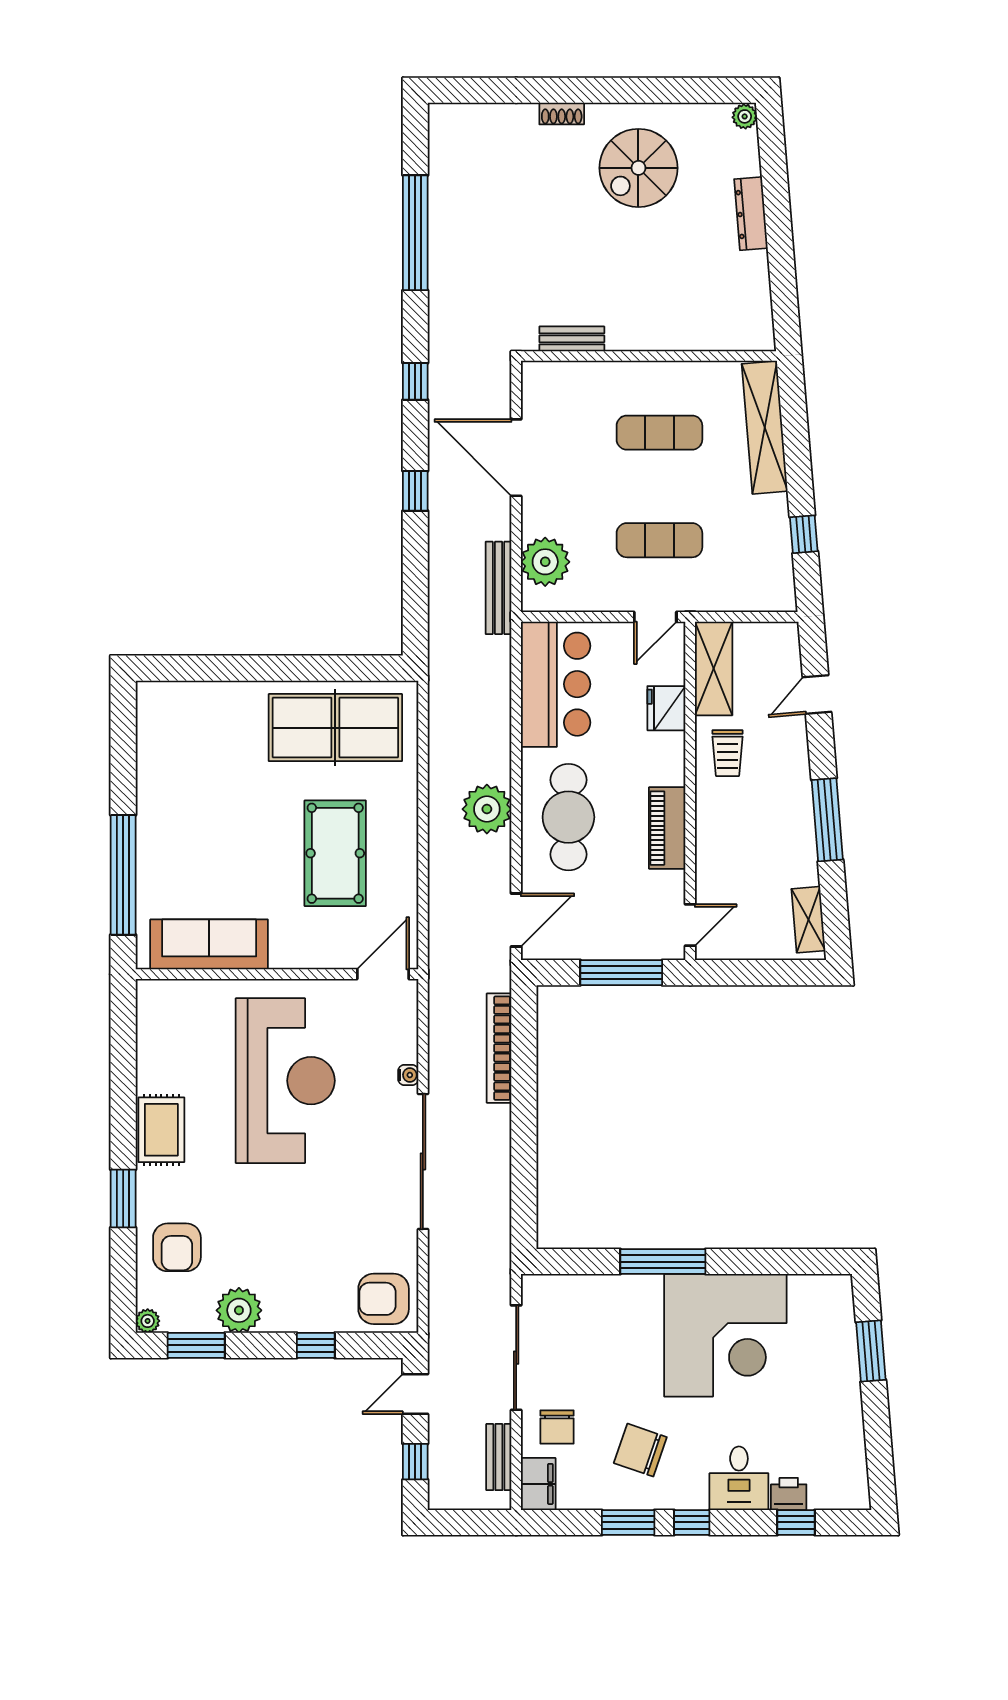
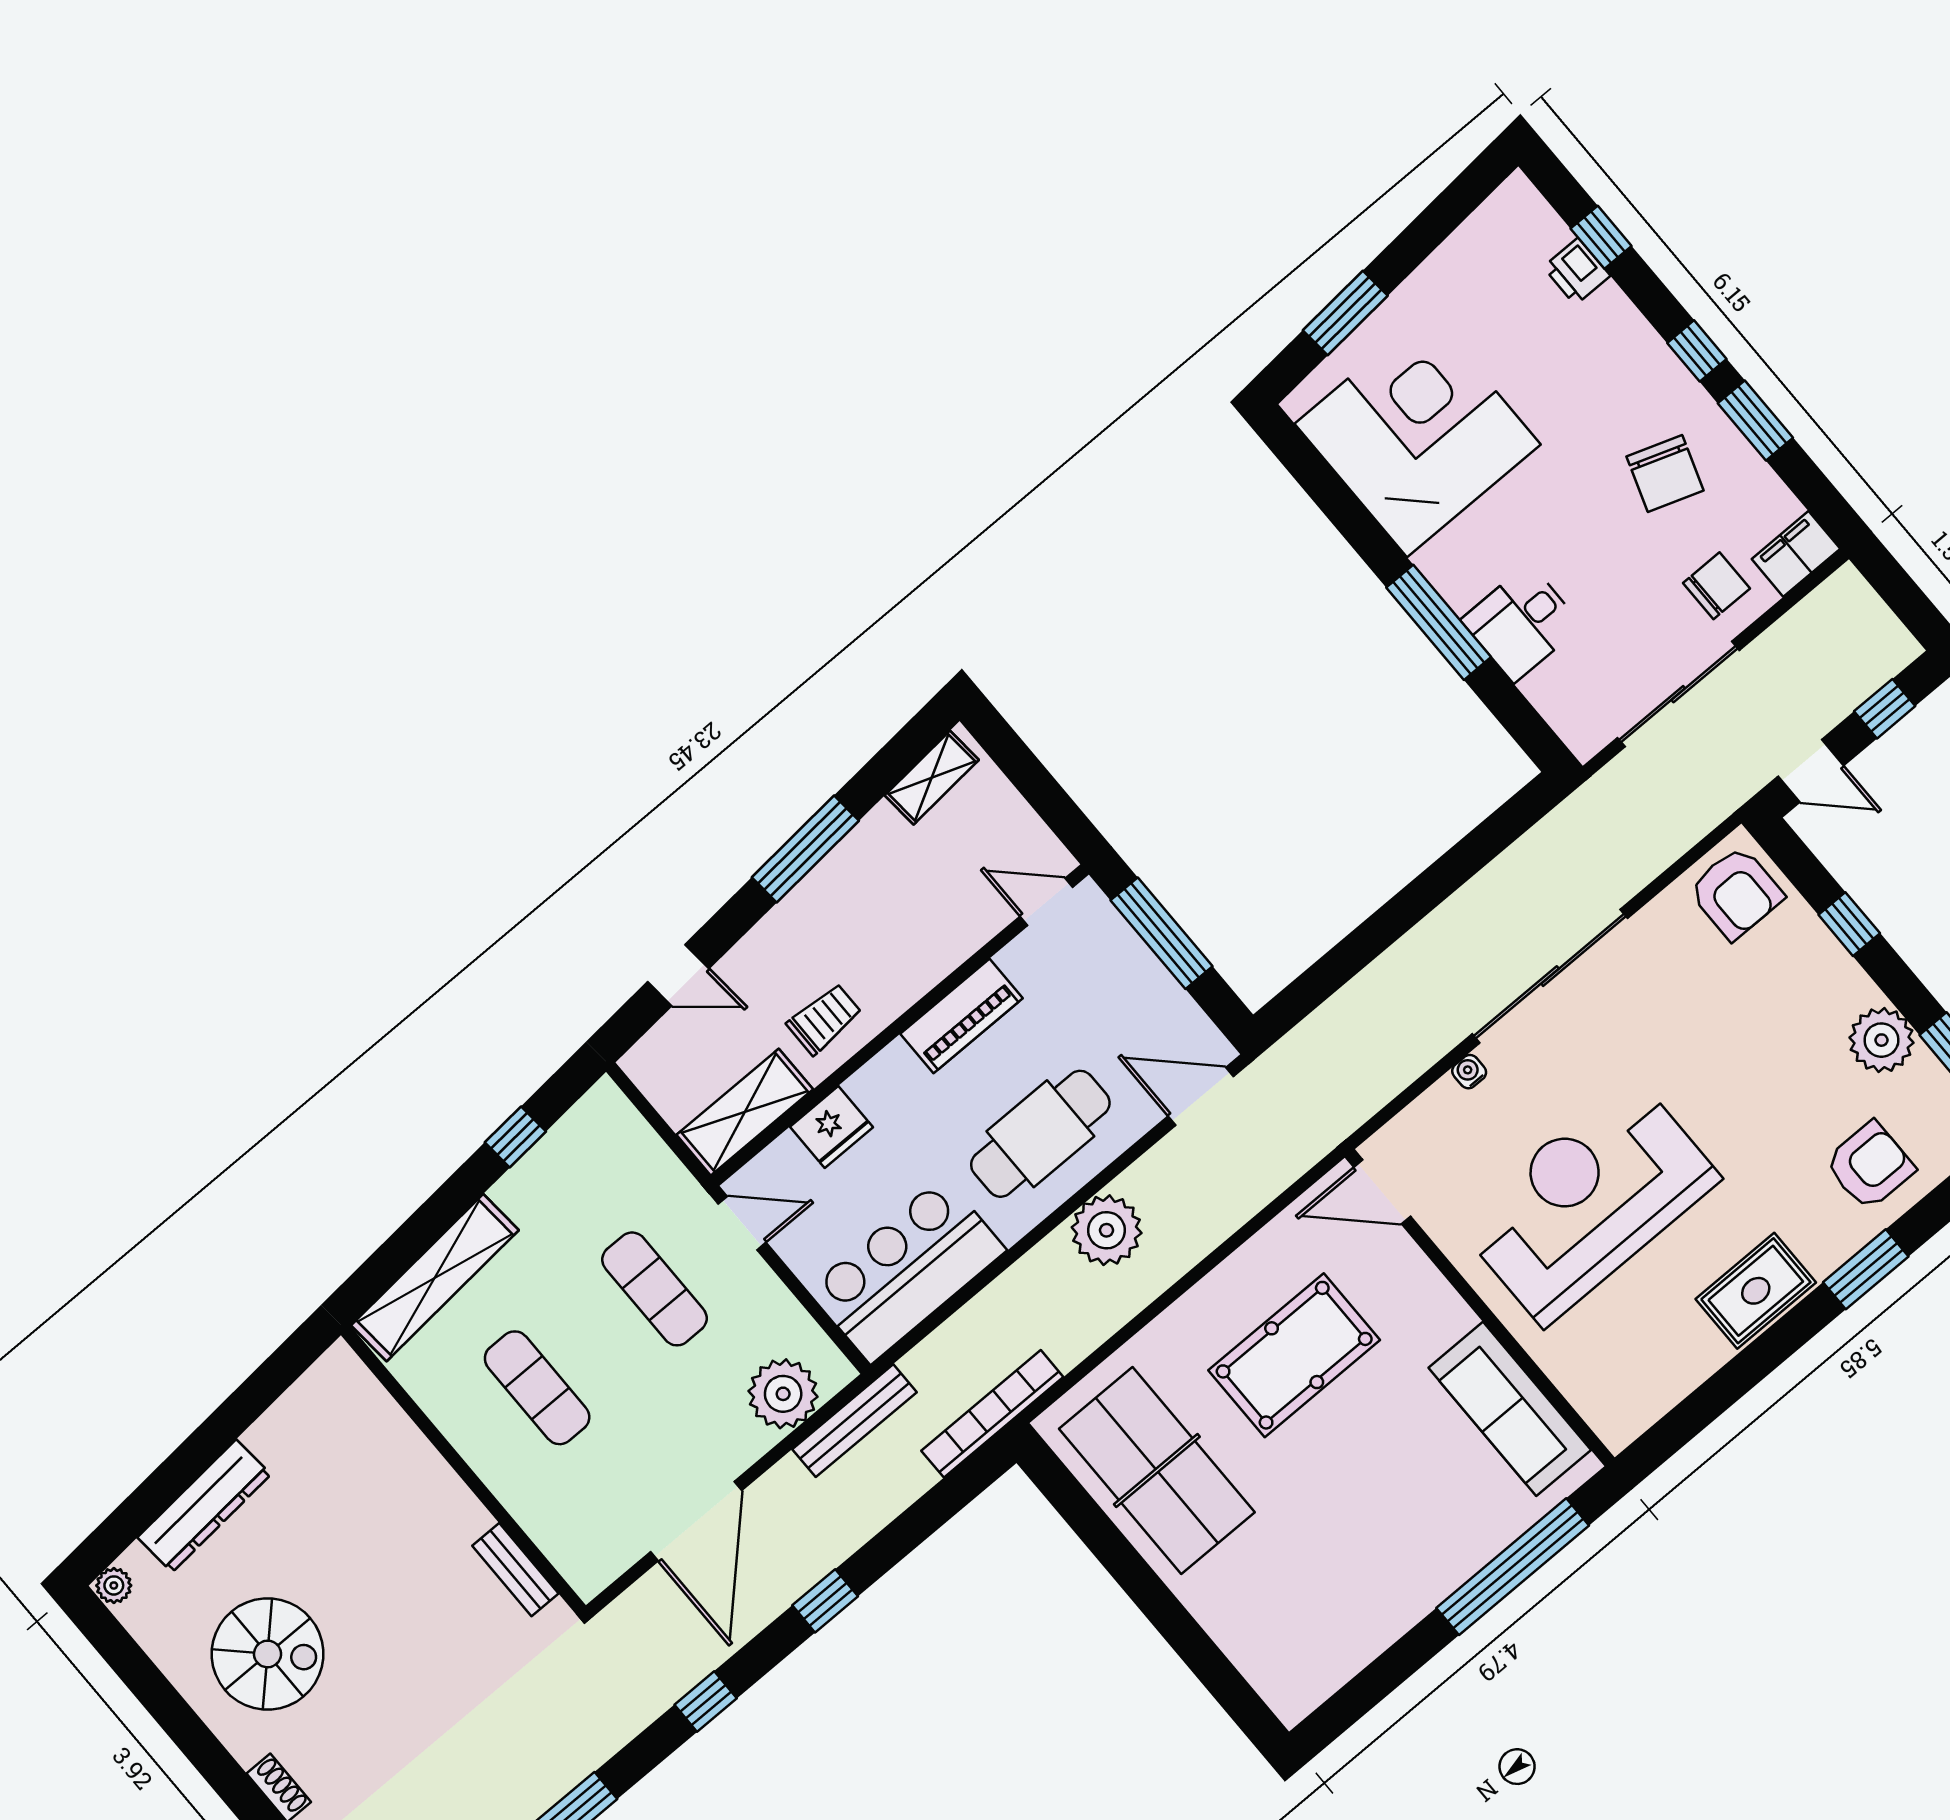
dresser: (751, 214) -> (204, 1506), width x1.37, depth x1.24
bookcase: (499, 1048) -> (992, 1414), moved, turned 180
corner desk: (725, 1335) -> (1418, 434), moved
bench: (499, 1457) -> (1803, 622), removed
desk: (739, 1478) -> (1522, 623), moved, turned 180

